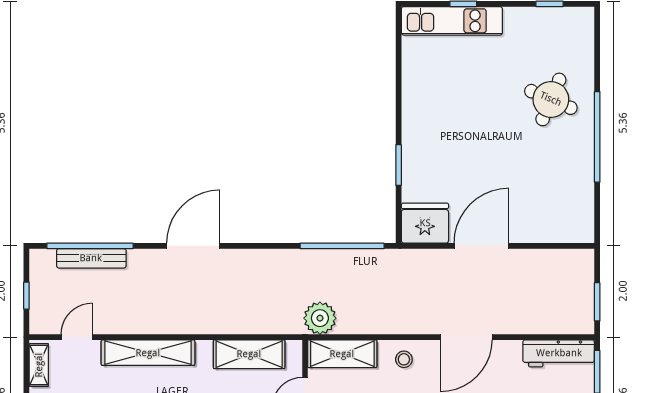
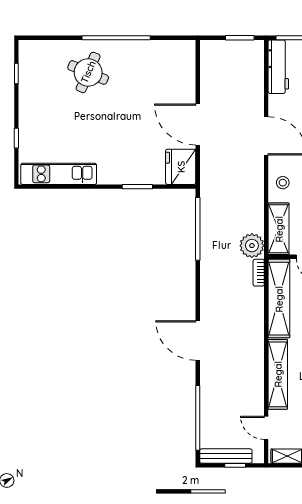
kitchen unit: (452, 21) -> (59, 174), moved, turned -90
bench: (91, 258) -> (226, 456), moved, turned 90
bookcase: (284, 327) -> (259, 273), added
shelving: (249, 354) -> (279, 299), width x1.47

